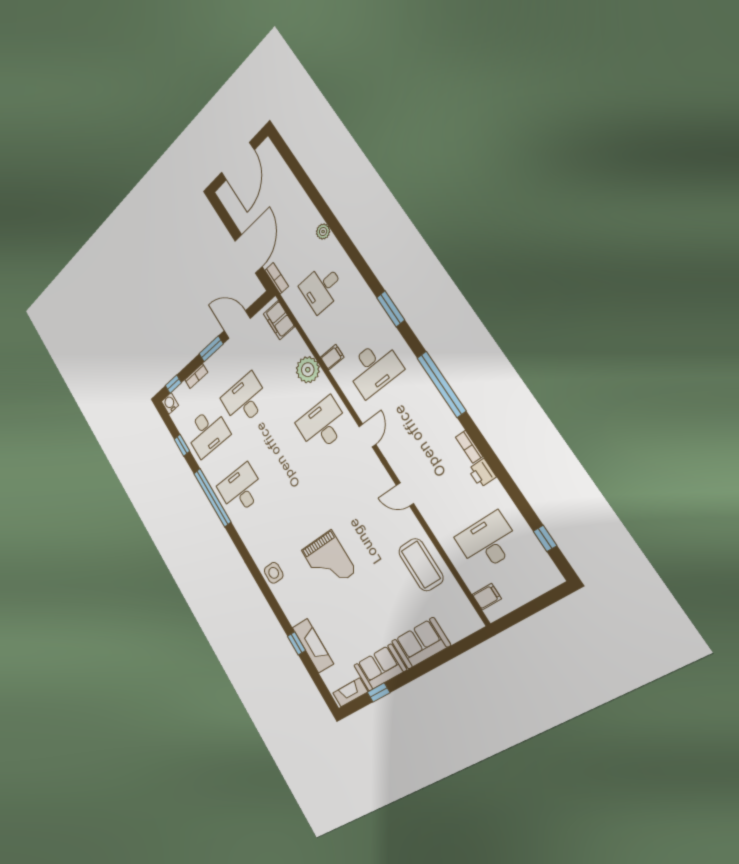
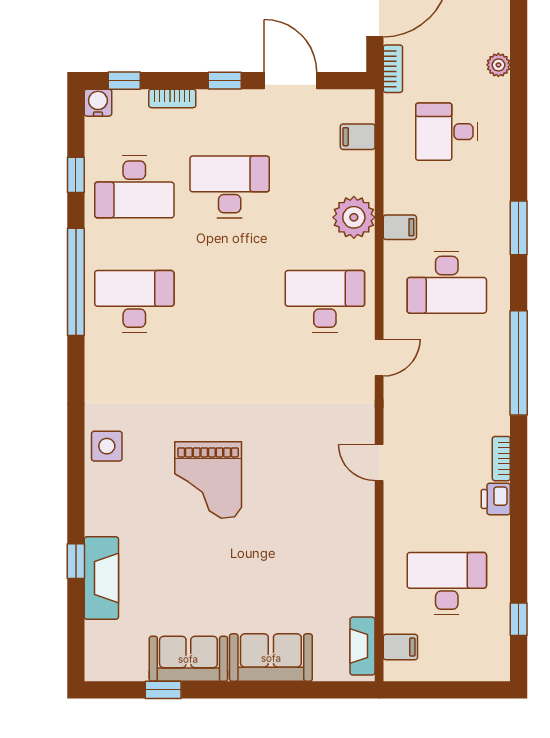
filing cabinet: (279, 320) -> (358, 137), width x0.50
window: (211, 349) -> (225, 81), width x0.67
coffee table: (421, 565) -> (340, 561), removed
fireplace: (350, 692) -> (362, 646), moved, turned -90

